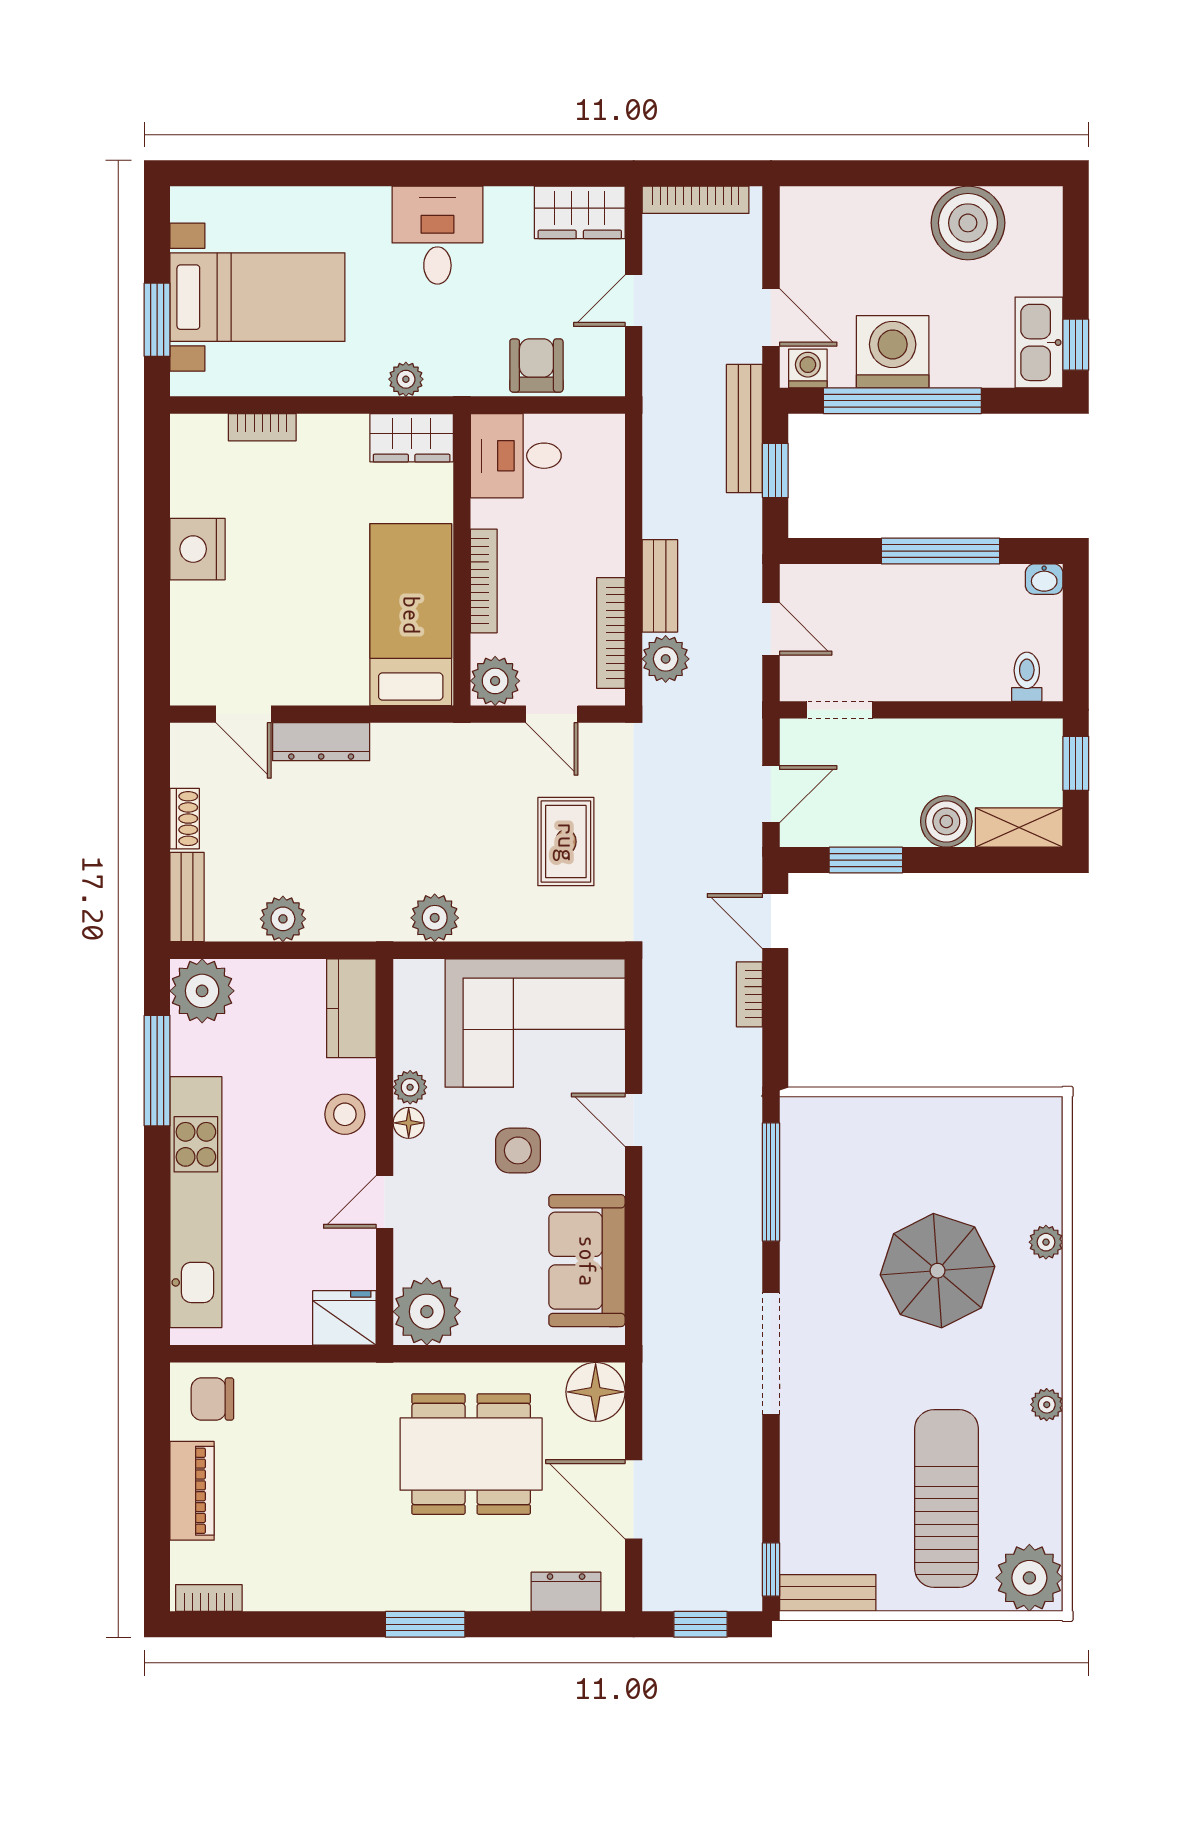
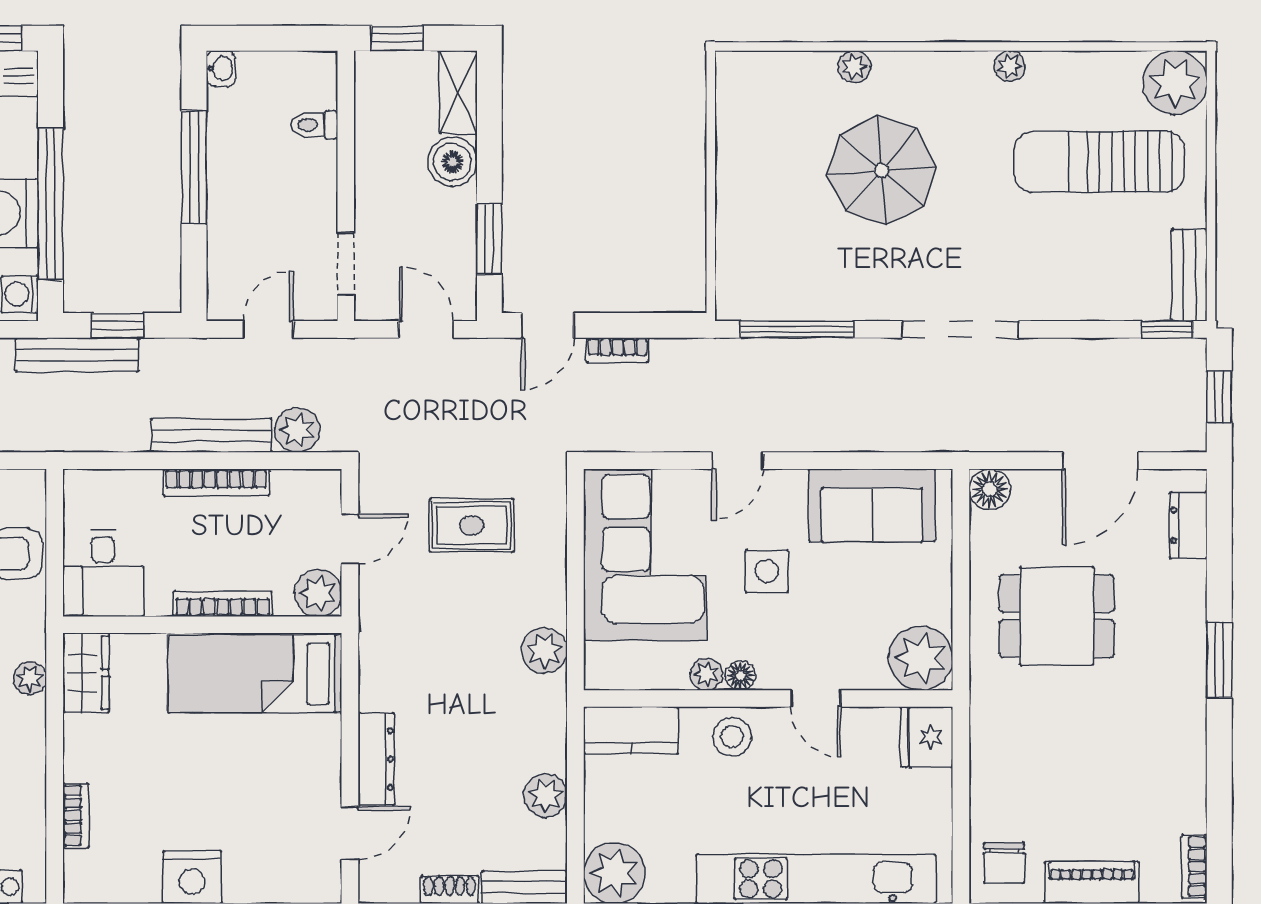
bench: (660, 586) -> (211, 436), width x1.36
bookcase: (611, 633) -> (216, 482), moved
toilet: (1027, 677) -> (314, 125), moved
floor lamp: (596, 1392) -> (990, 489), width x0.73, depth x0.73
dining table: (471, 1454) -> (1057, 616), width x0.73

